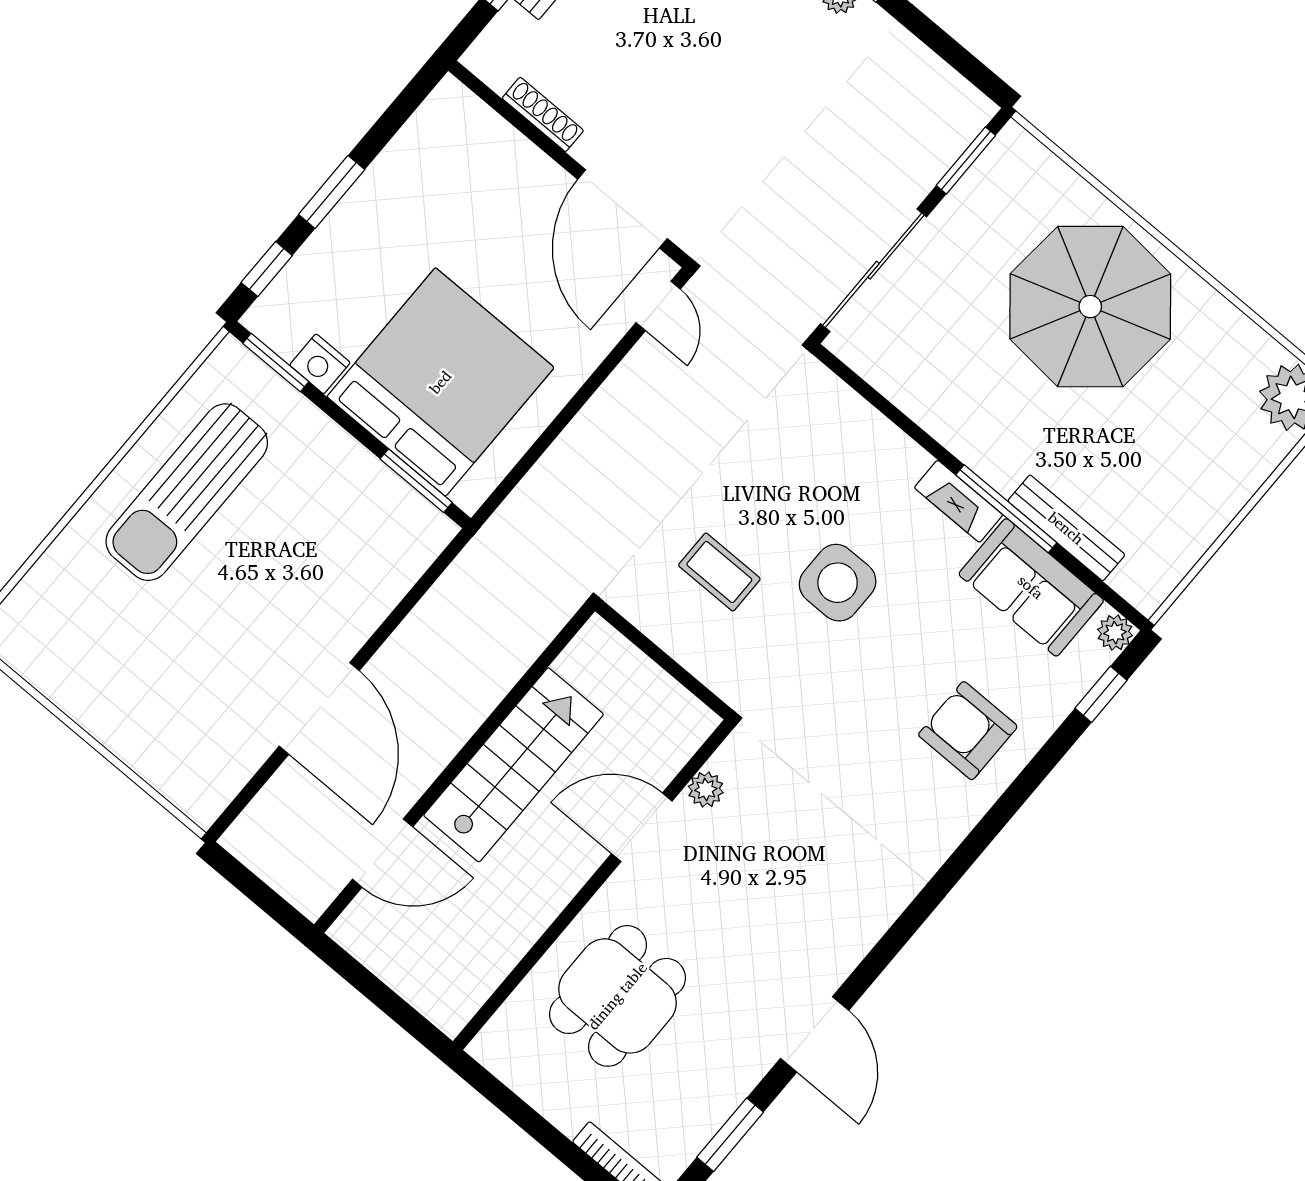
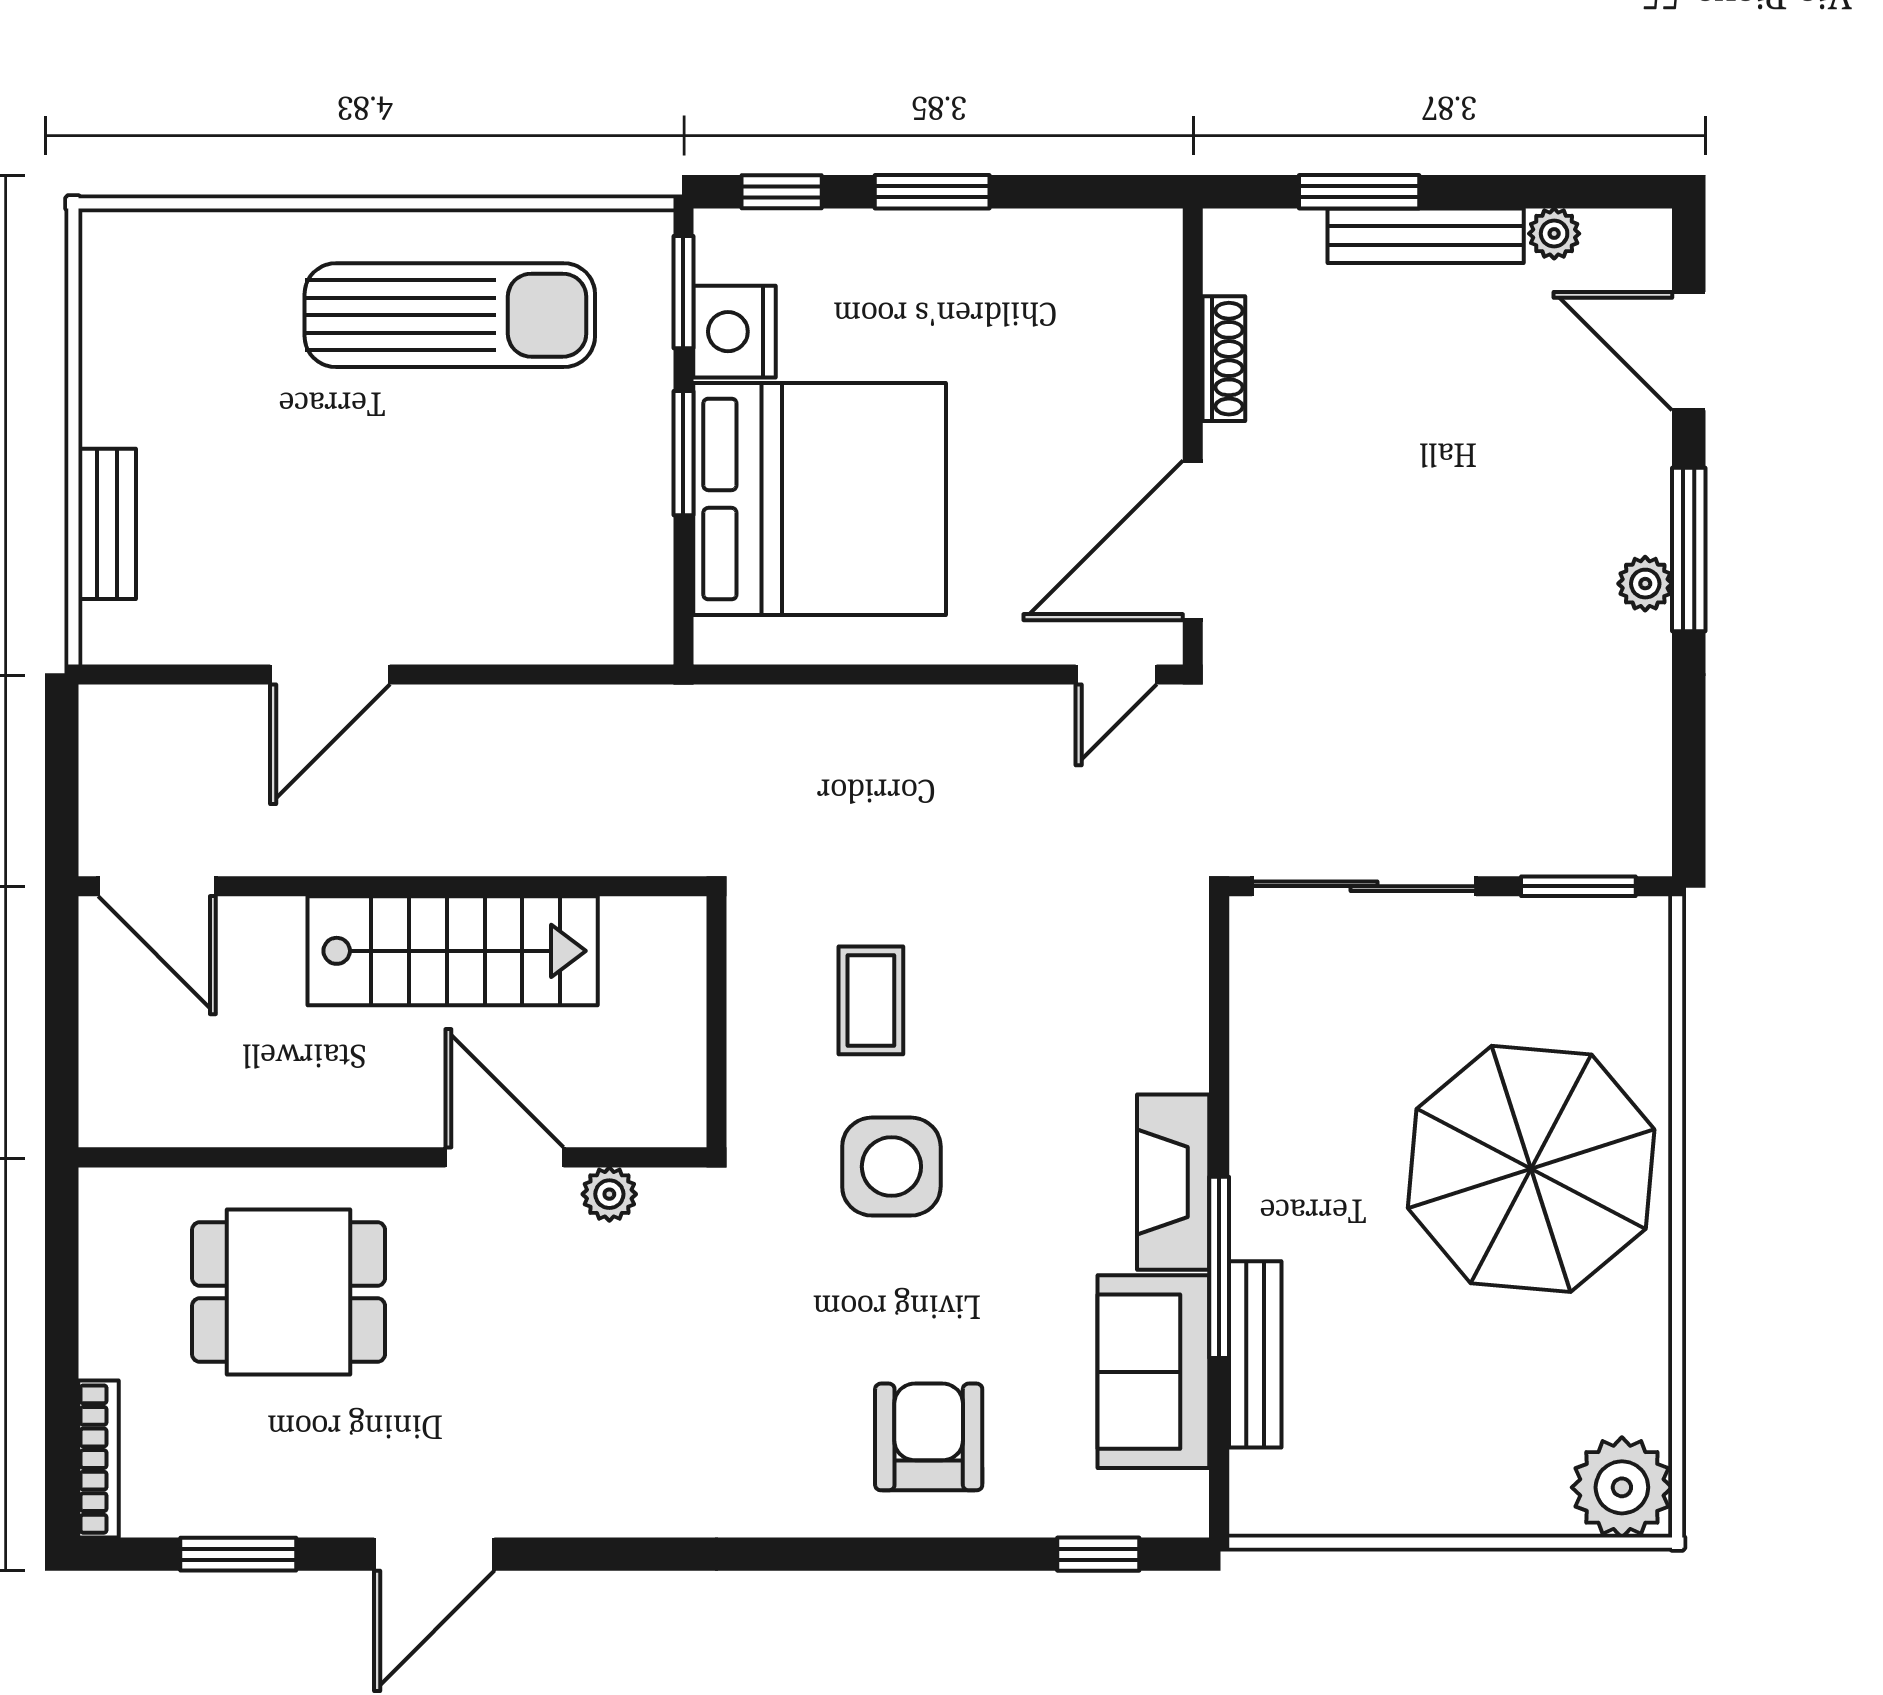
nightstand: (320, 364) -> (735, 332), width x1.36, depth x1.33
window: (416, 481) -> (683, 453), moved
sun lounger: (187, 492) -> (450, 315), turned 180
fireplace: (959, 501) -> (1173, 1182), width x1.37, depth x1.32
side table: (838, 583) -> (891, 1167), moved
plant: (1115, 633) -> (1182, 1511), removed
door: (319, 708) -> (330, 675), width x0.73
bench: (146, 758) -> (107, 524), added
door: (383, 853) -> (157, 886), moved

